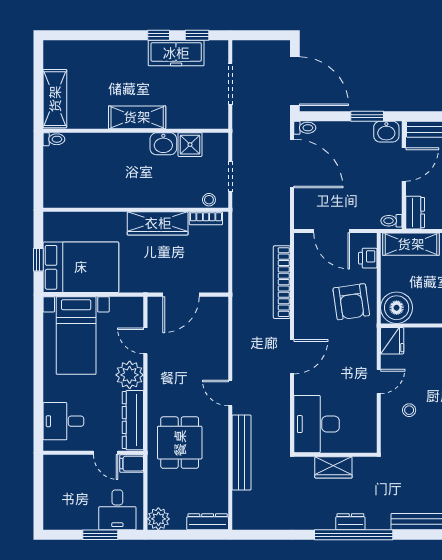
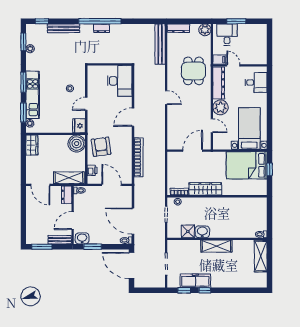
bench: (242, 453) -> (160, 44), moved
wardrobe: (333, 467) -> (111, 58), removed

